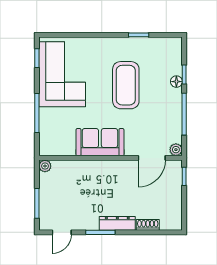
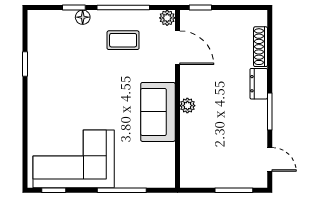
coffee table: (126, 85) -> (123, 40), moved, width x0.54, depth x0.58
plant: (45, 166) -> (187, 106), moved
dresser: (117, 223) -> (259, 84), width x0.70
shoe rack: (148, 225) -> (261, 47), width x1.43

